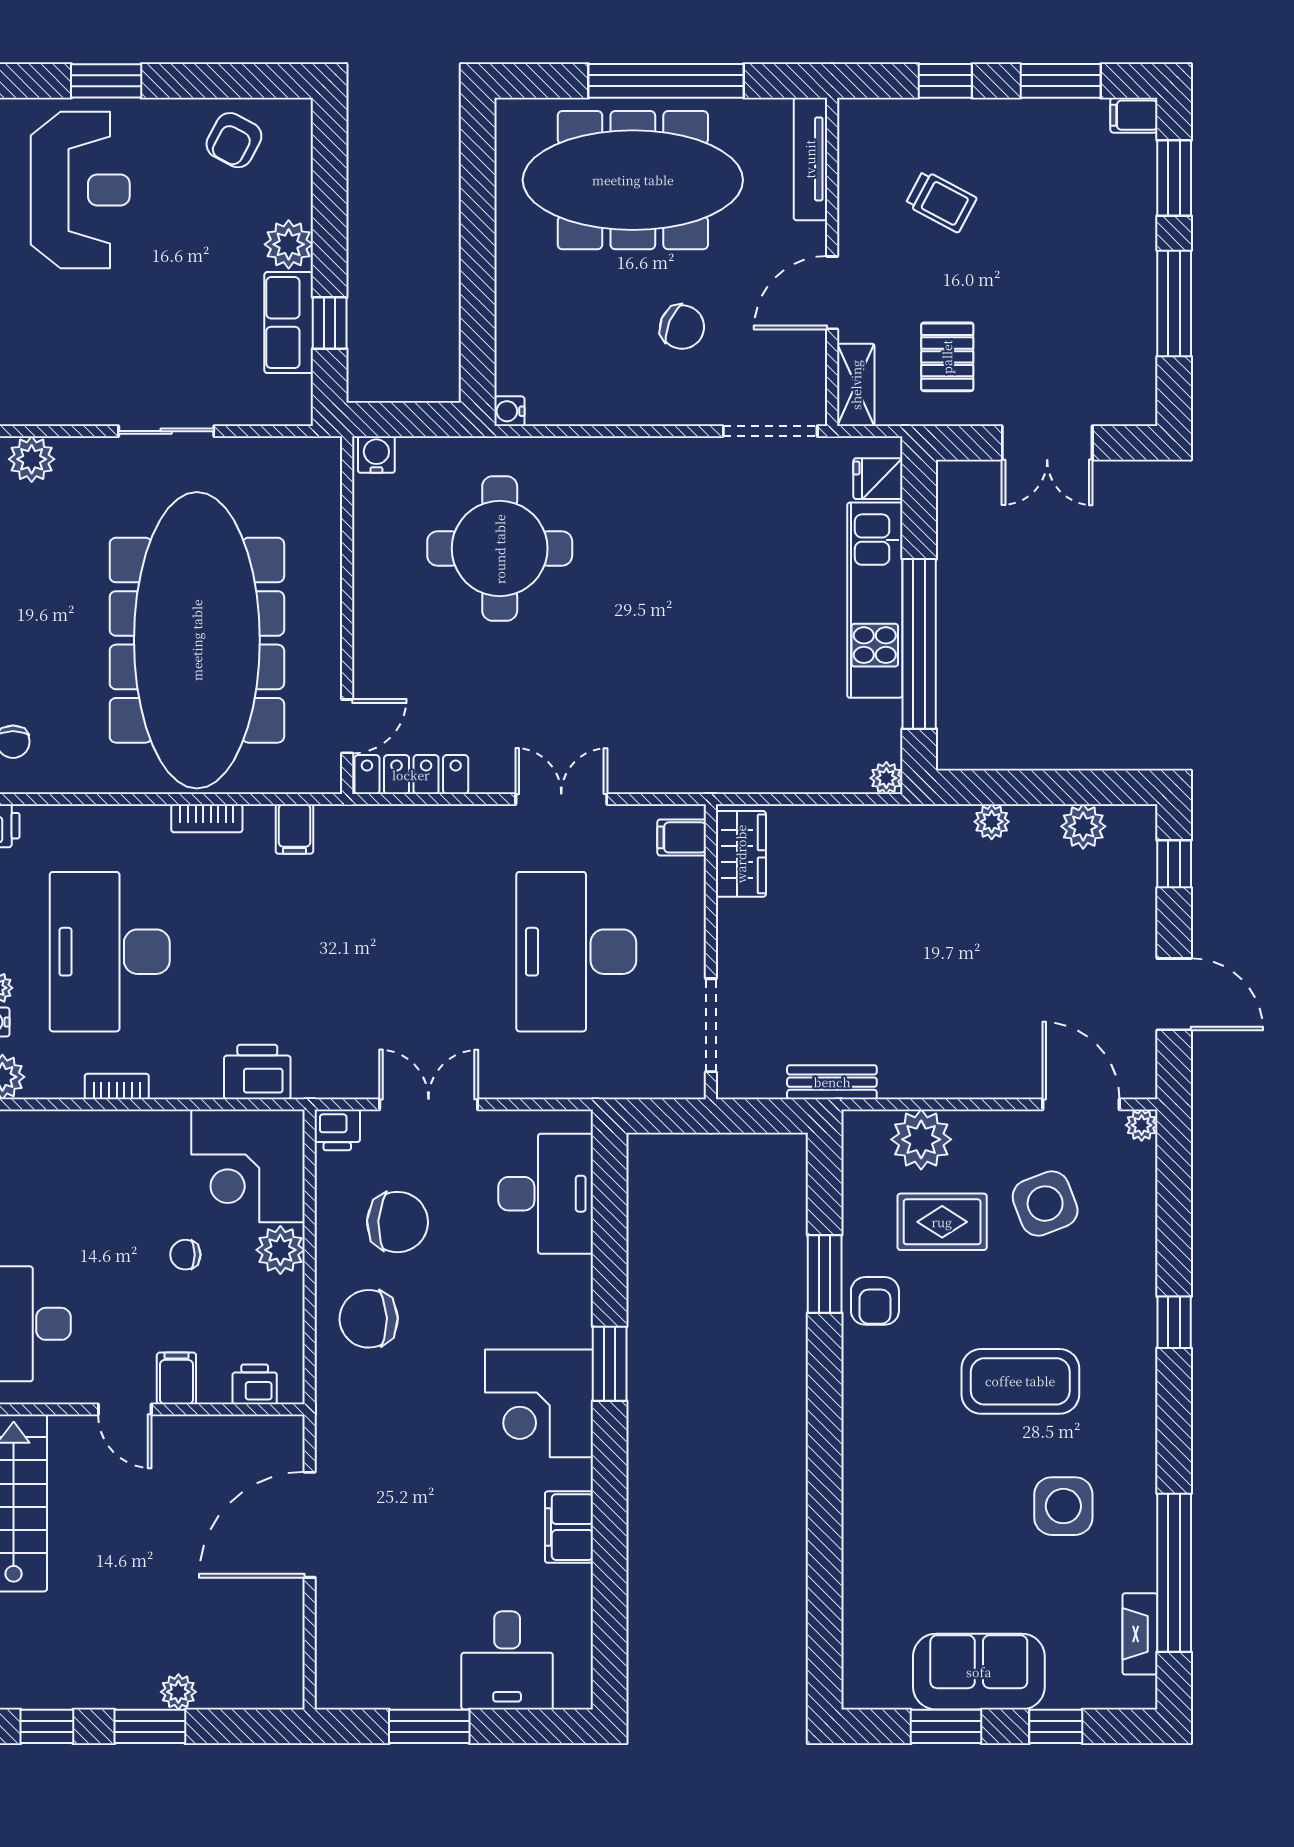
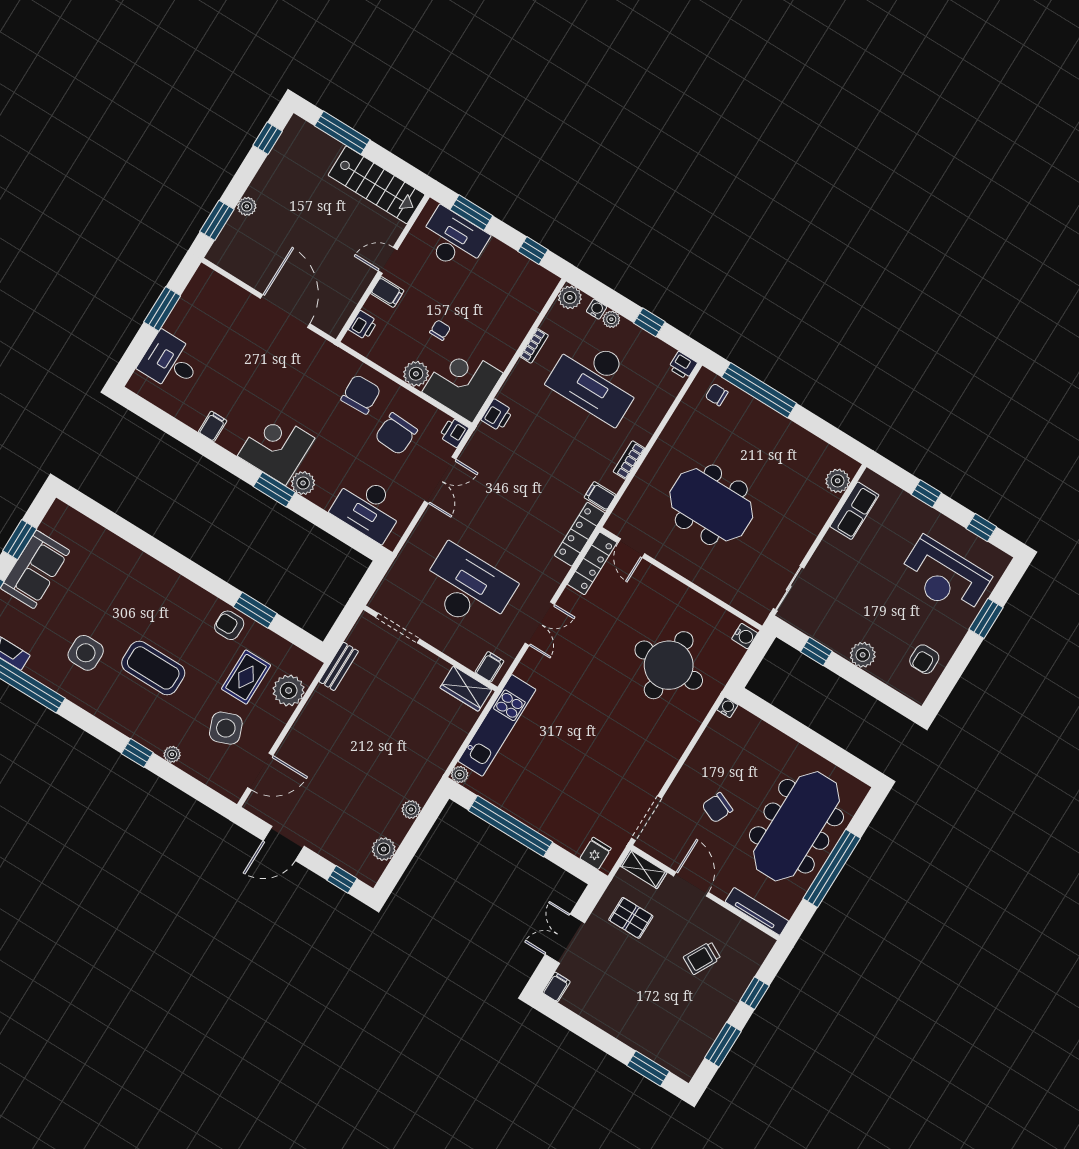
filing cabinet: (1134, 115) -> (556, 987), moved
armchair: (234, 140) -> (924, 659), turned -118
window: (1174, 303) -> (592, 1034), removed
row of seats: (289, 323) -> (854, 511), moved, turned 90
sliding door: (166, 431) -> (789, 588), moved
kitchen unit: (875, 600) -> (497, 725), moved, turned 90
meeting table: (197, 640) -> (711, 505), width x0.54, depth x0.79
locker: (377, 824) -> (580, 534), added
desk: (110, 952) -> (596, 380), turned 180
printer: (257, 1072) -> (497, 415), width x0.73, depth x0.81
plant: (1142, 1125) -> (172, 754), moved
plant: (570, 1324) -> (303, 483), added
coffee table: (1020, 1381) -> (153, 668), turned 90
filing cabinet: (569, 1527) -> (213, 426), width x0.50
window: (150, 1726) -> (217, 220), moved

